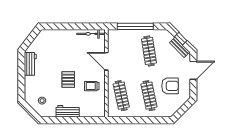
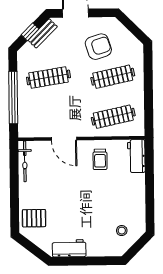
door: (106, 61) -> (64, 139), hinge flipped
pallet: (68, 79) -> (34, 218), moved
armchair: (170, 86) -> (98, 47), turned 72
workbench: (68, 111) -> (136, 156), moved

